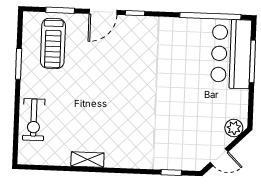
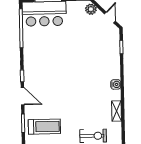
shelving: (87, 160) -> (117, 111), moved
water cooler: (113, 160) -> (116, 84), added

